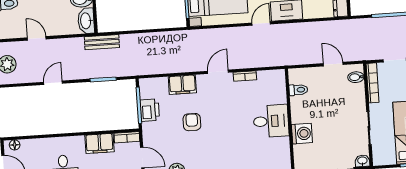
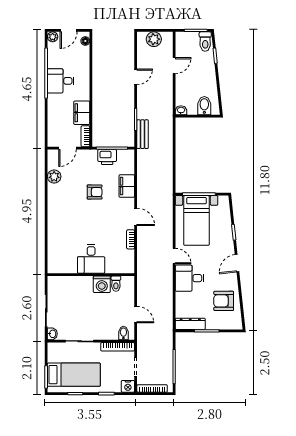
washbasin: (86, 21) -> (181, 110), width x0.52, depth x0.69
bench: (102, 42) -> (143, 134), moved
door: (333, 64) -> (136, 315), hinge flipped
door: (53, 83) -> (136, 77), hinge flipped
washing machine: (302, 134) -> (102, 284), moved

